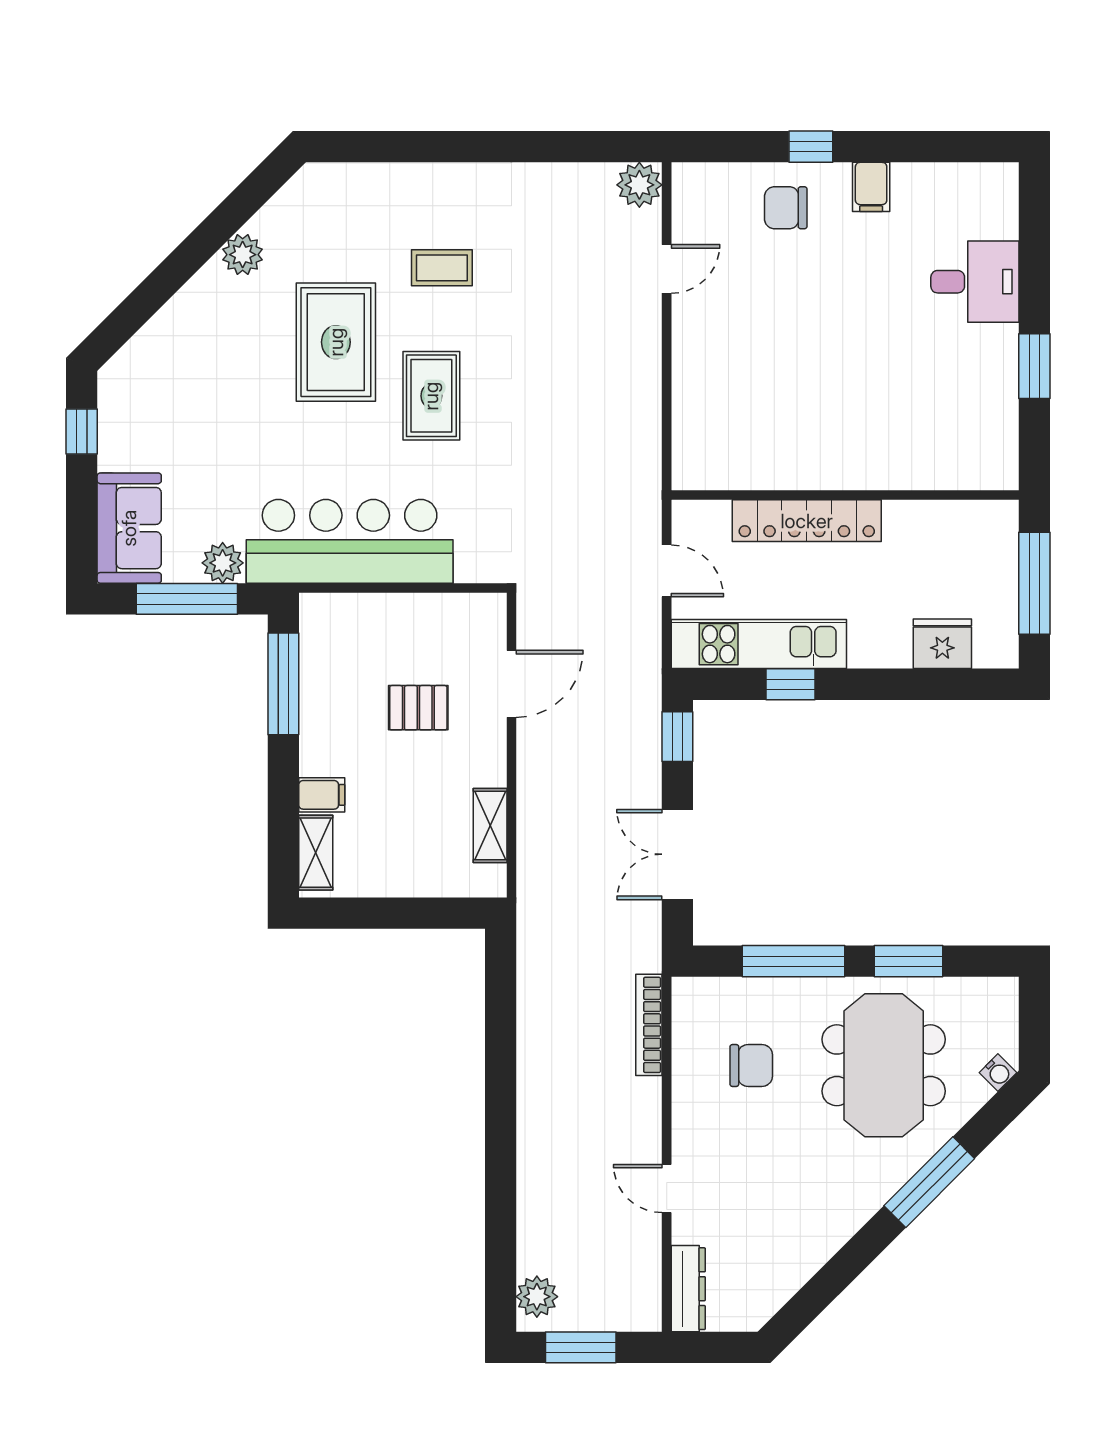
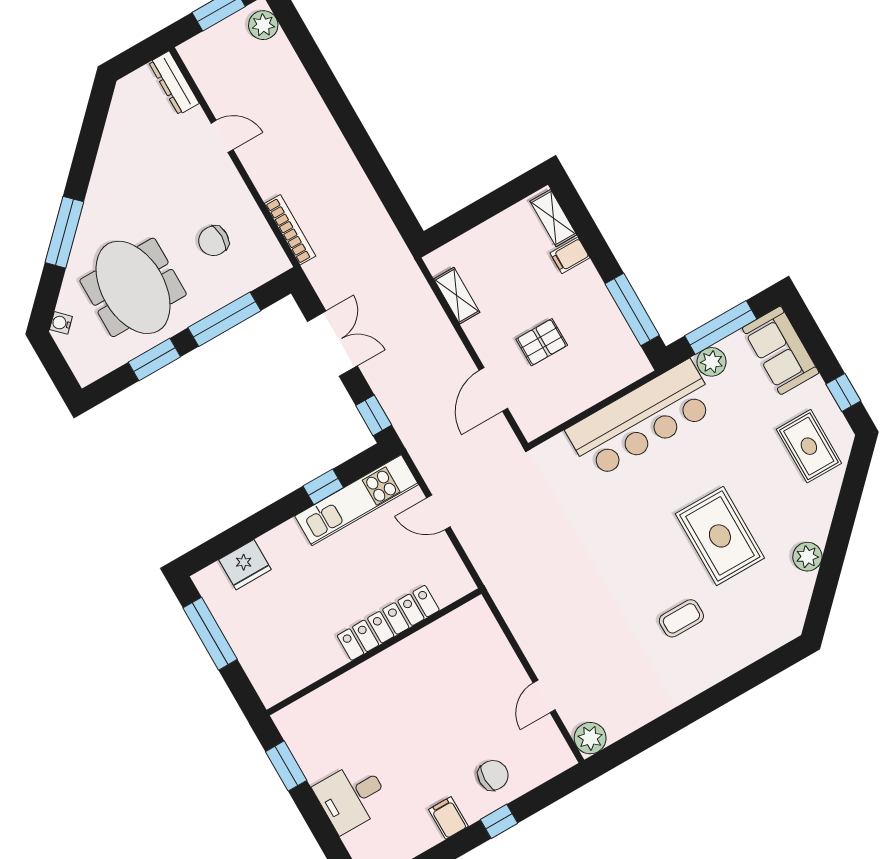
rug: (431, 396) -> (809, 446), moved
wall: (845, 495) -> (374, 652), moved
locker: (807, 521) -> (388, 623), moved

